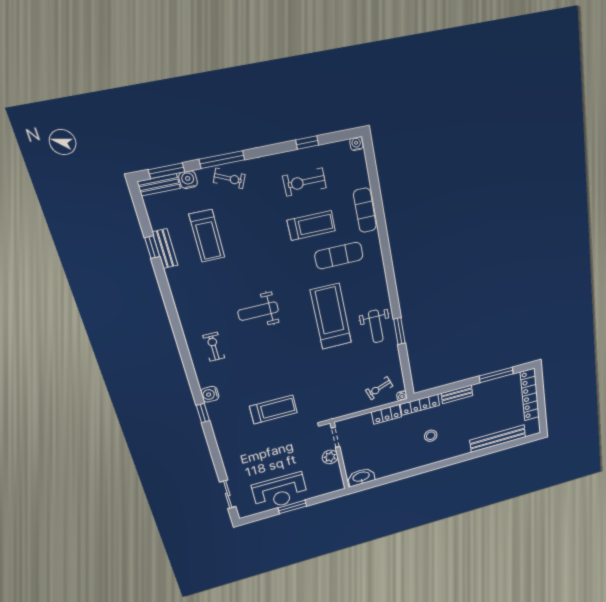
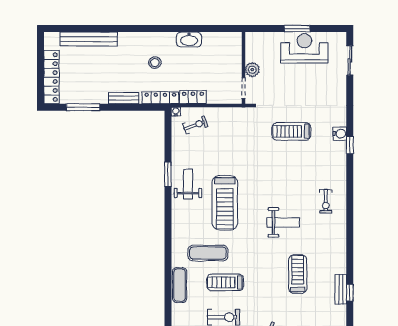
treadmill: (207, 236) -> (298, 274), moved
water cooler: (210, 394) -> (340, 134), moved
washbasin: (361, 477) -> (189, 39), moved

